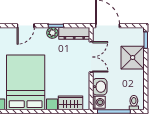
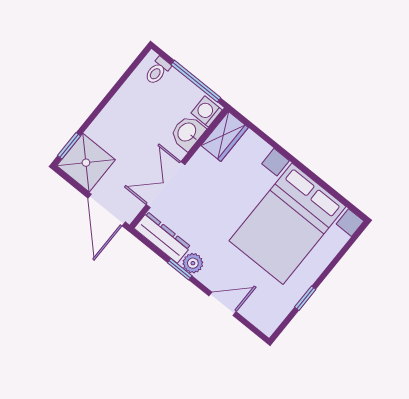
shower: (133, 58) -> (86, 163), moved
wardrobe: (70, 103) -> (225, 136), moved, turned -90

